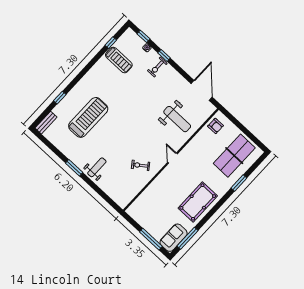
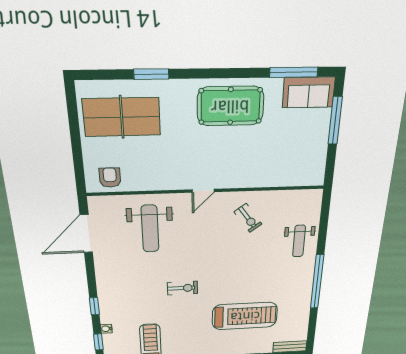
exercise bike: (157, 67) -> (183, 288), moved
treadmill: (88, 117) -> (245, 316), turned 180
weight bench: (177, 119) -> (150, 229), turned 180
weight bench: (97, 167) -> (299, 241), moved, turned -90
window: (74, 168) -> (317, 282), width x2.11

